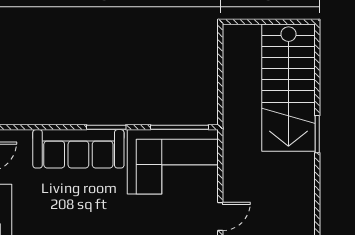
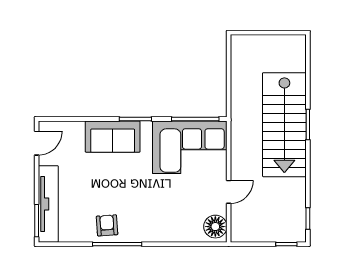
stairs: (288, 88) -> (284, 125), moved
sofa: (78, 149) -> (113, 137), width x0.73

